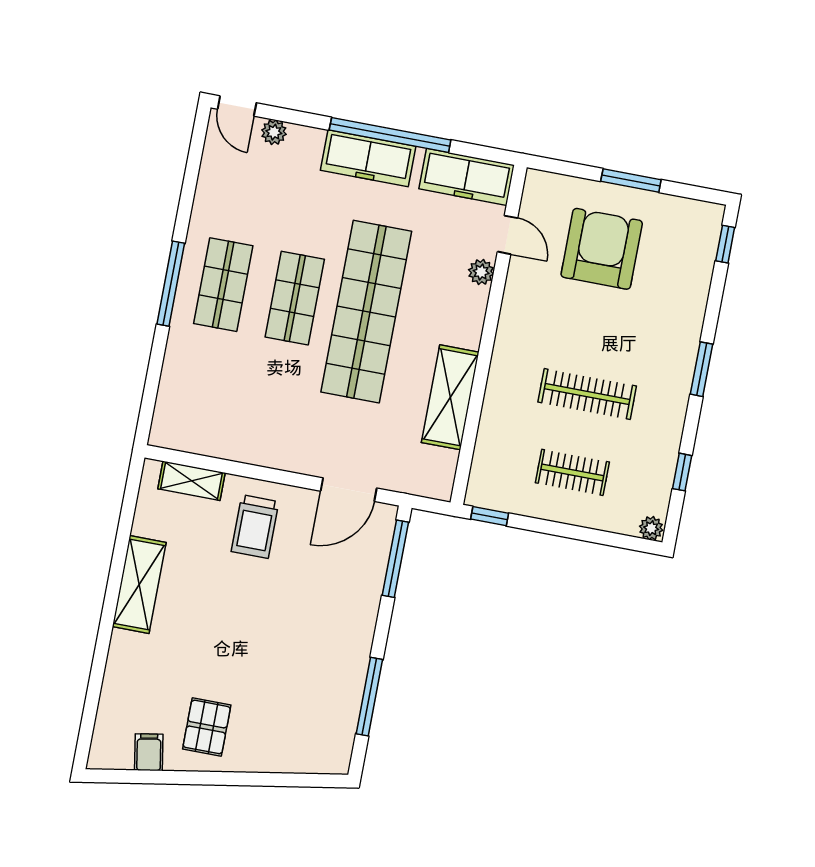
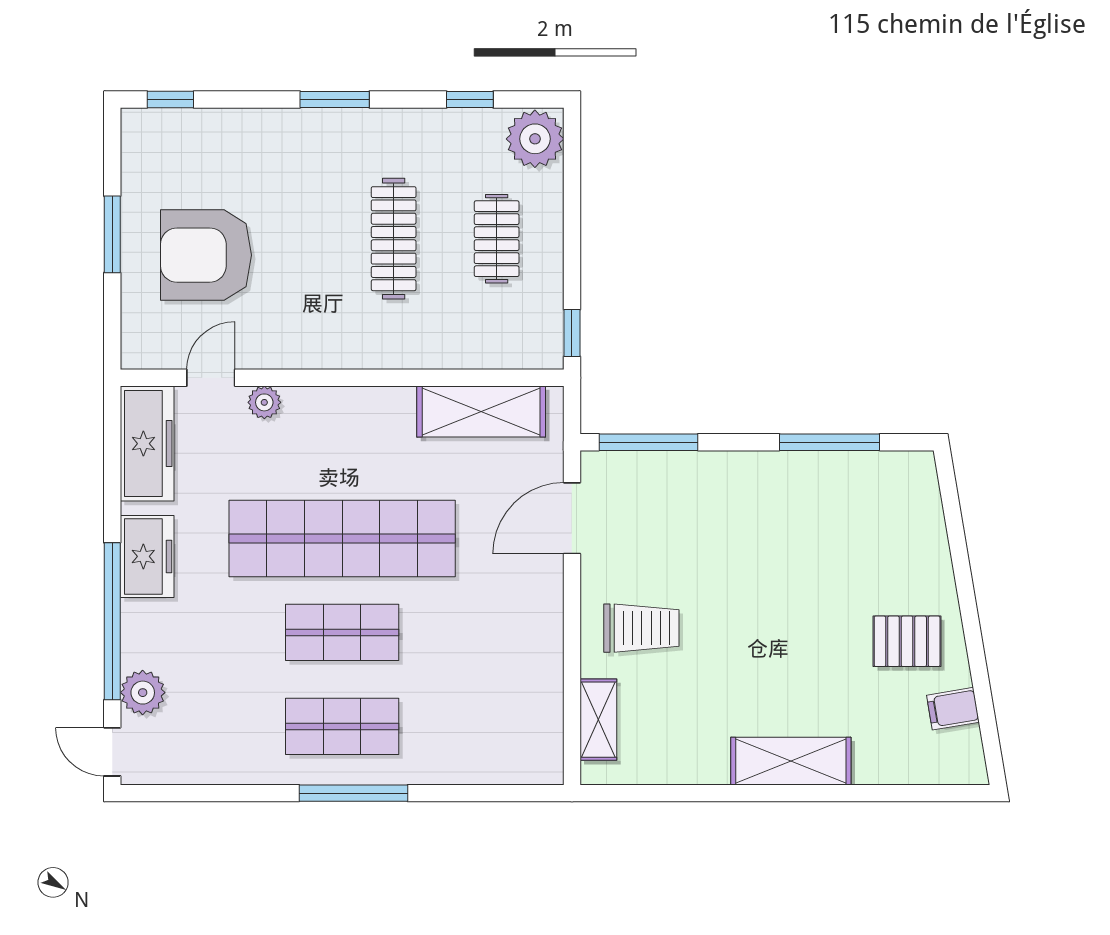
door: (237, 106) -> (112, 752), swing flipped
plant: (274, 132) -> (143, 693), width x1.38, depth x1.38
window: (390, 135) -> (112, 621), moved
freezer: (368, 158) -> (147, 556), width x0.71
shelving: (450, 397) -> (481, 412), moved
door: (349, 490) -> (572, 518), swing flipped
plant: (651, 528) -> (535, 139), width x1.87, depth x1.87
shelving: (139, 584) -> (791, 761), moved

